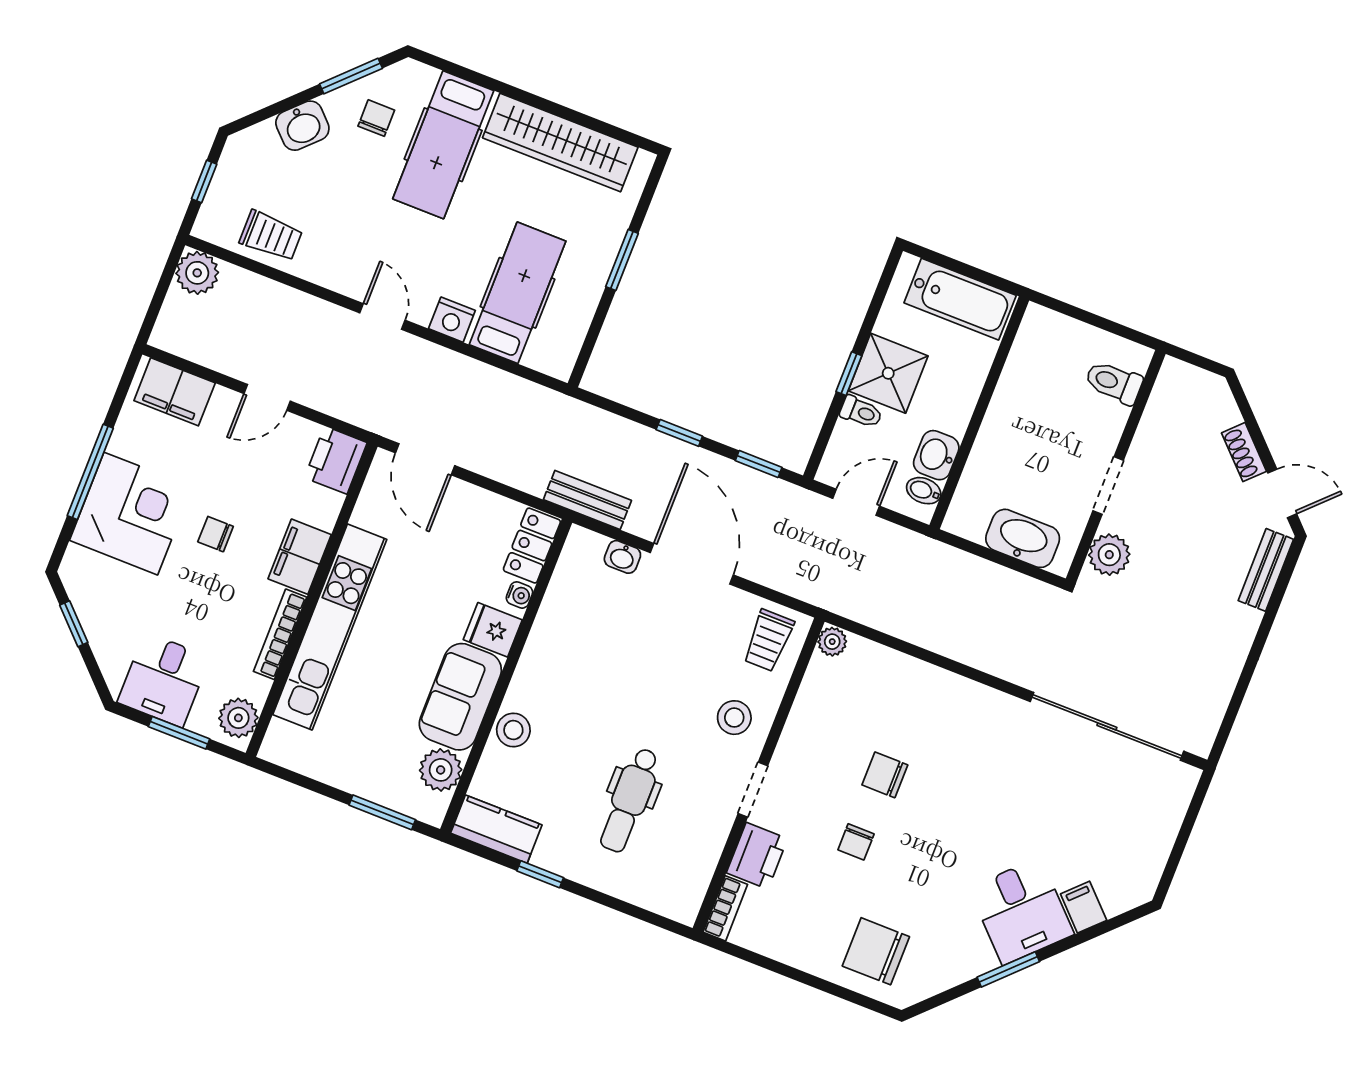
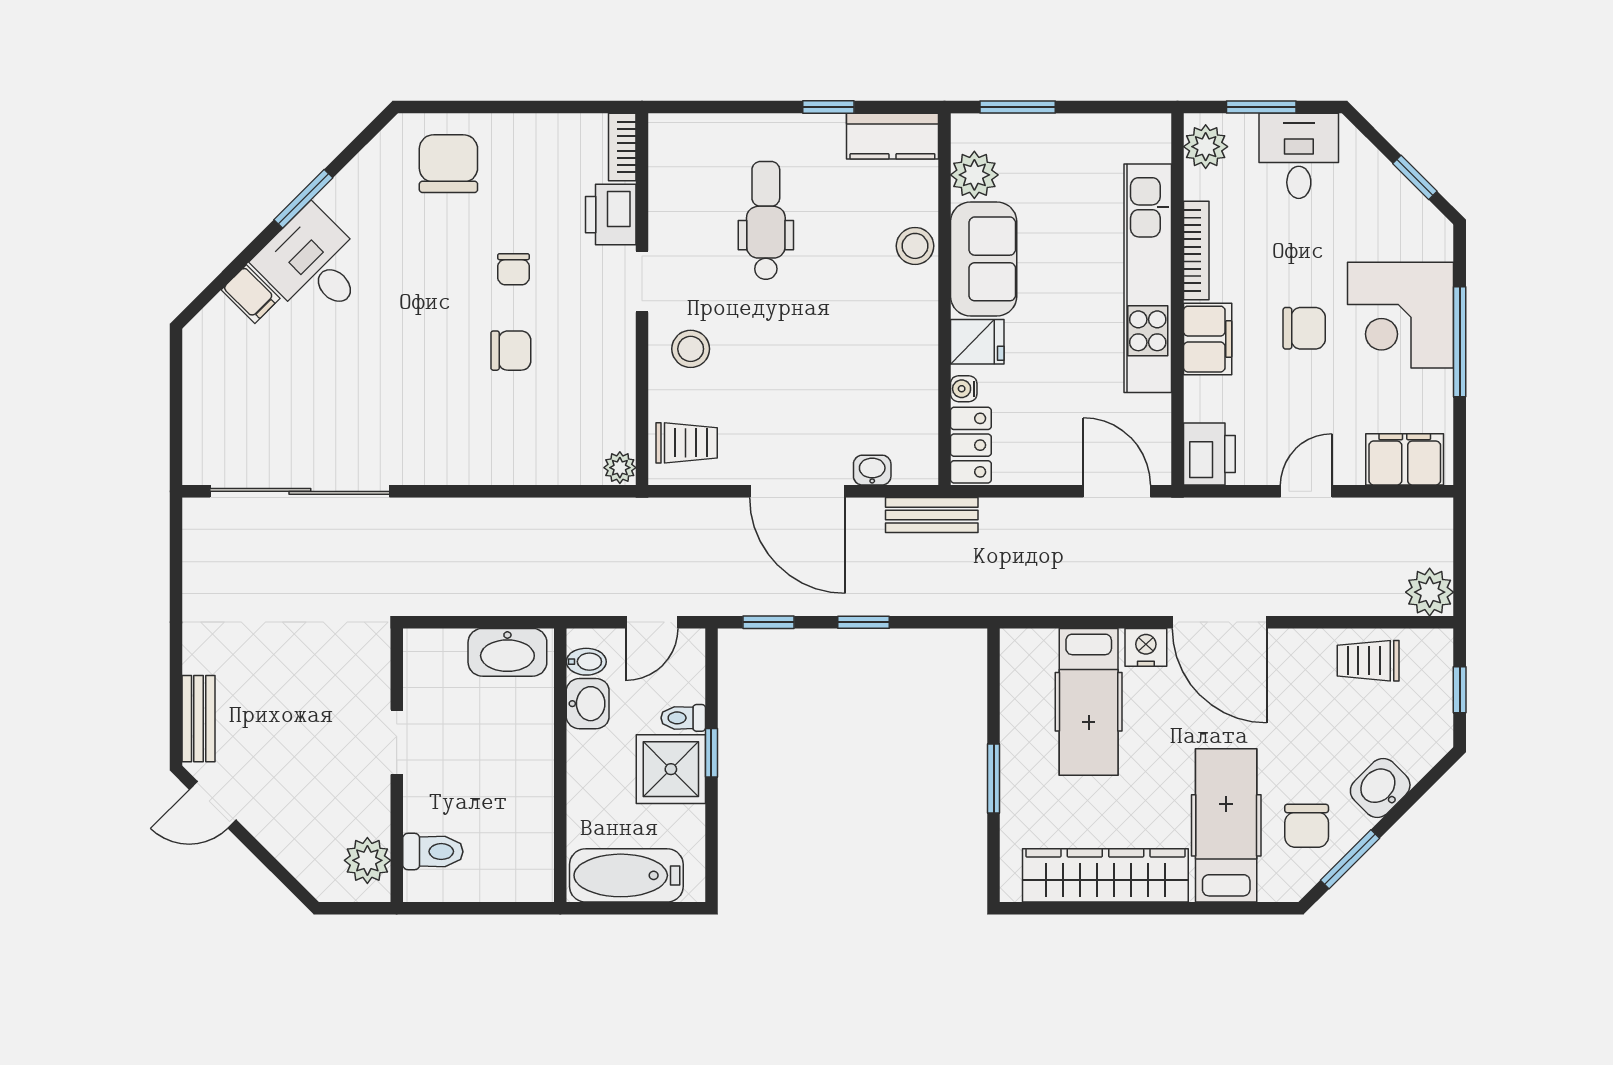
chair: (376, 118) -> (1307, 826), width x1.37, depth x1.37
door: (382, 317) -> (1219, 622), width x1.87
shoe rack: (1244, 452) -> (269, 832), removed
chair: (216, 534) -> (1304, 328), width x1.37, depth x1.37
washbasin: (1023, 538) -> (507, 652), moved
plant: (1109, 555) -> (367, 860), moved
trolley: (768, 640) -> (687, 443), turned 90
chair: (856, 842) -> (514, 269), turned 180
chair: (876, 951) -> (448, 164), turned -90

